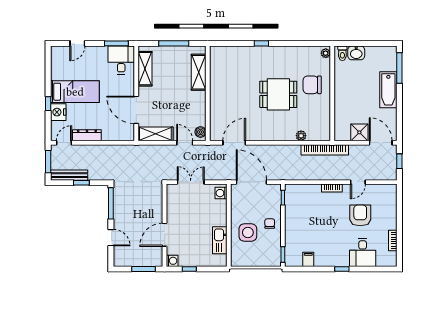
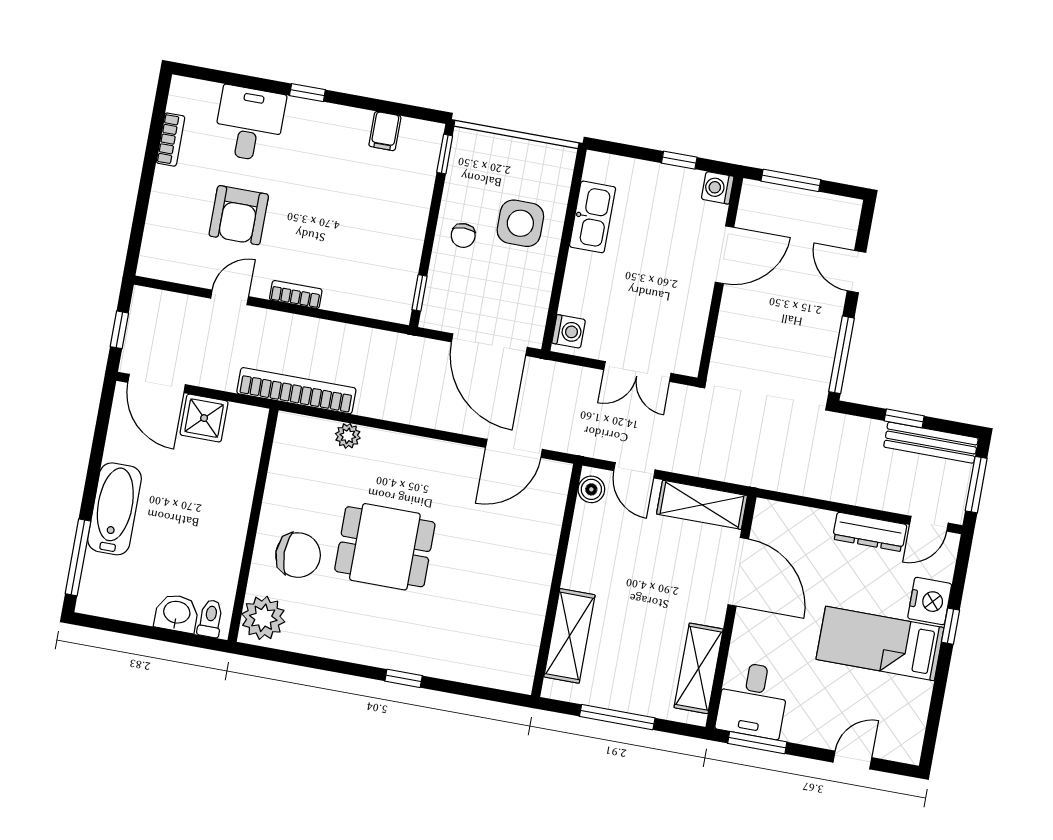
plant: (326, 53) -> (263, 618), width x1.87, depth x1.87

